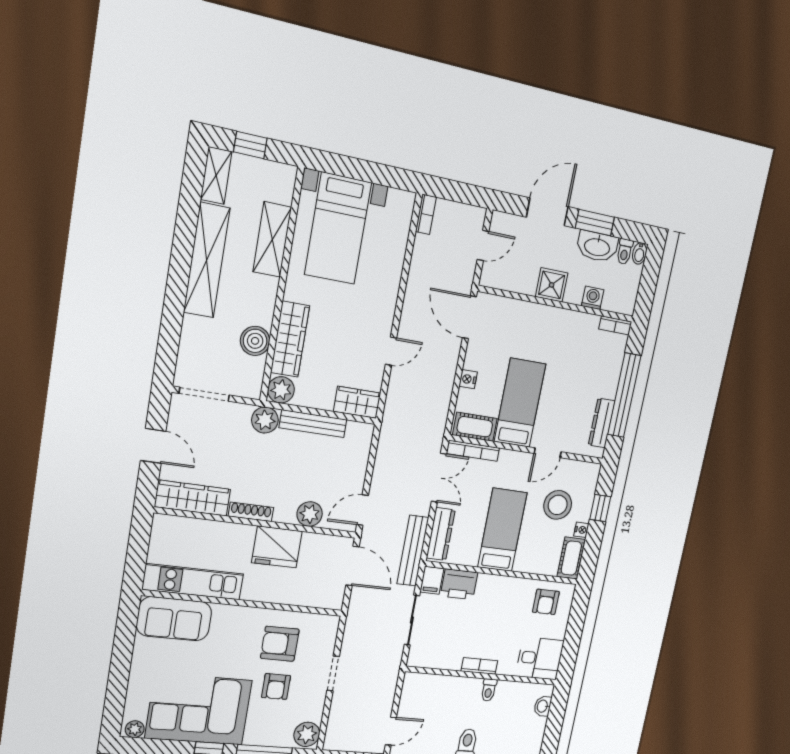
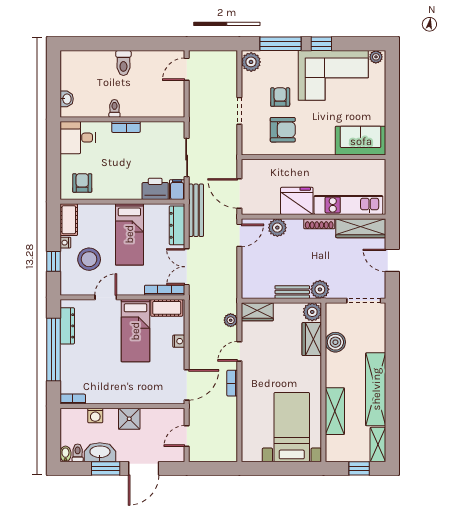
bookcase: (426, 214) -> (232, 383), moved
door: (469, 317) -> (187, 385), hinge flipped
wardrobe: (290, 339) -> (312, 339), width x0.67
plant: (395, 396) -> (231, 320), added
bench: (313, 424) -> (292, 292), width x0.73
kitchen unit: (193, 582) -> (348, 205), moved, turned 180

